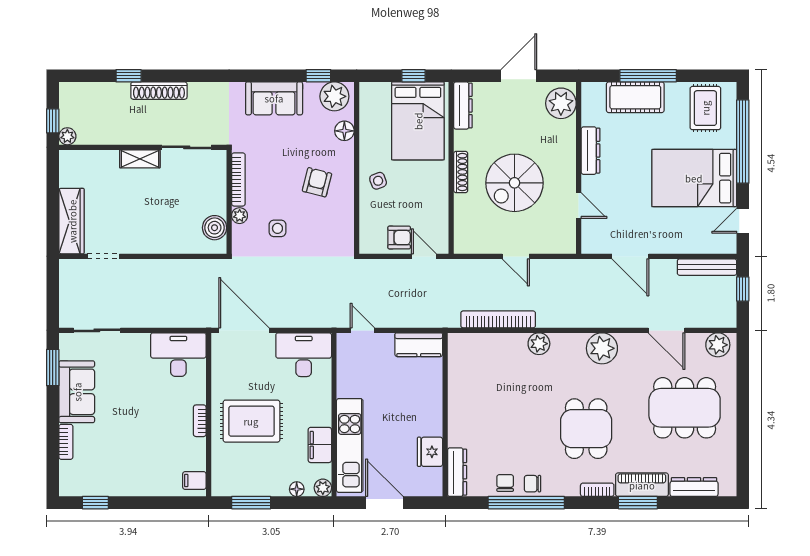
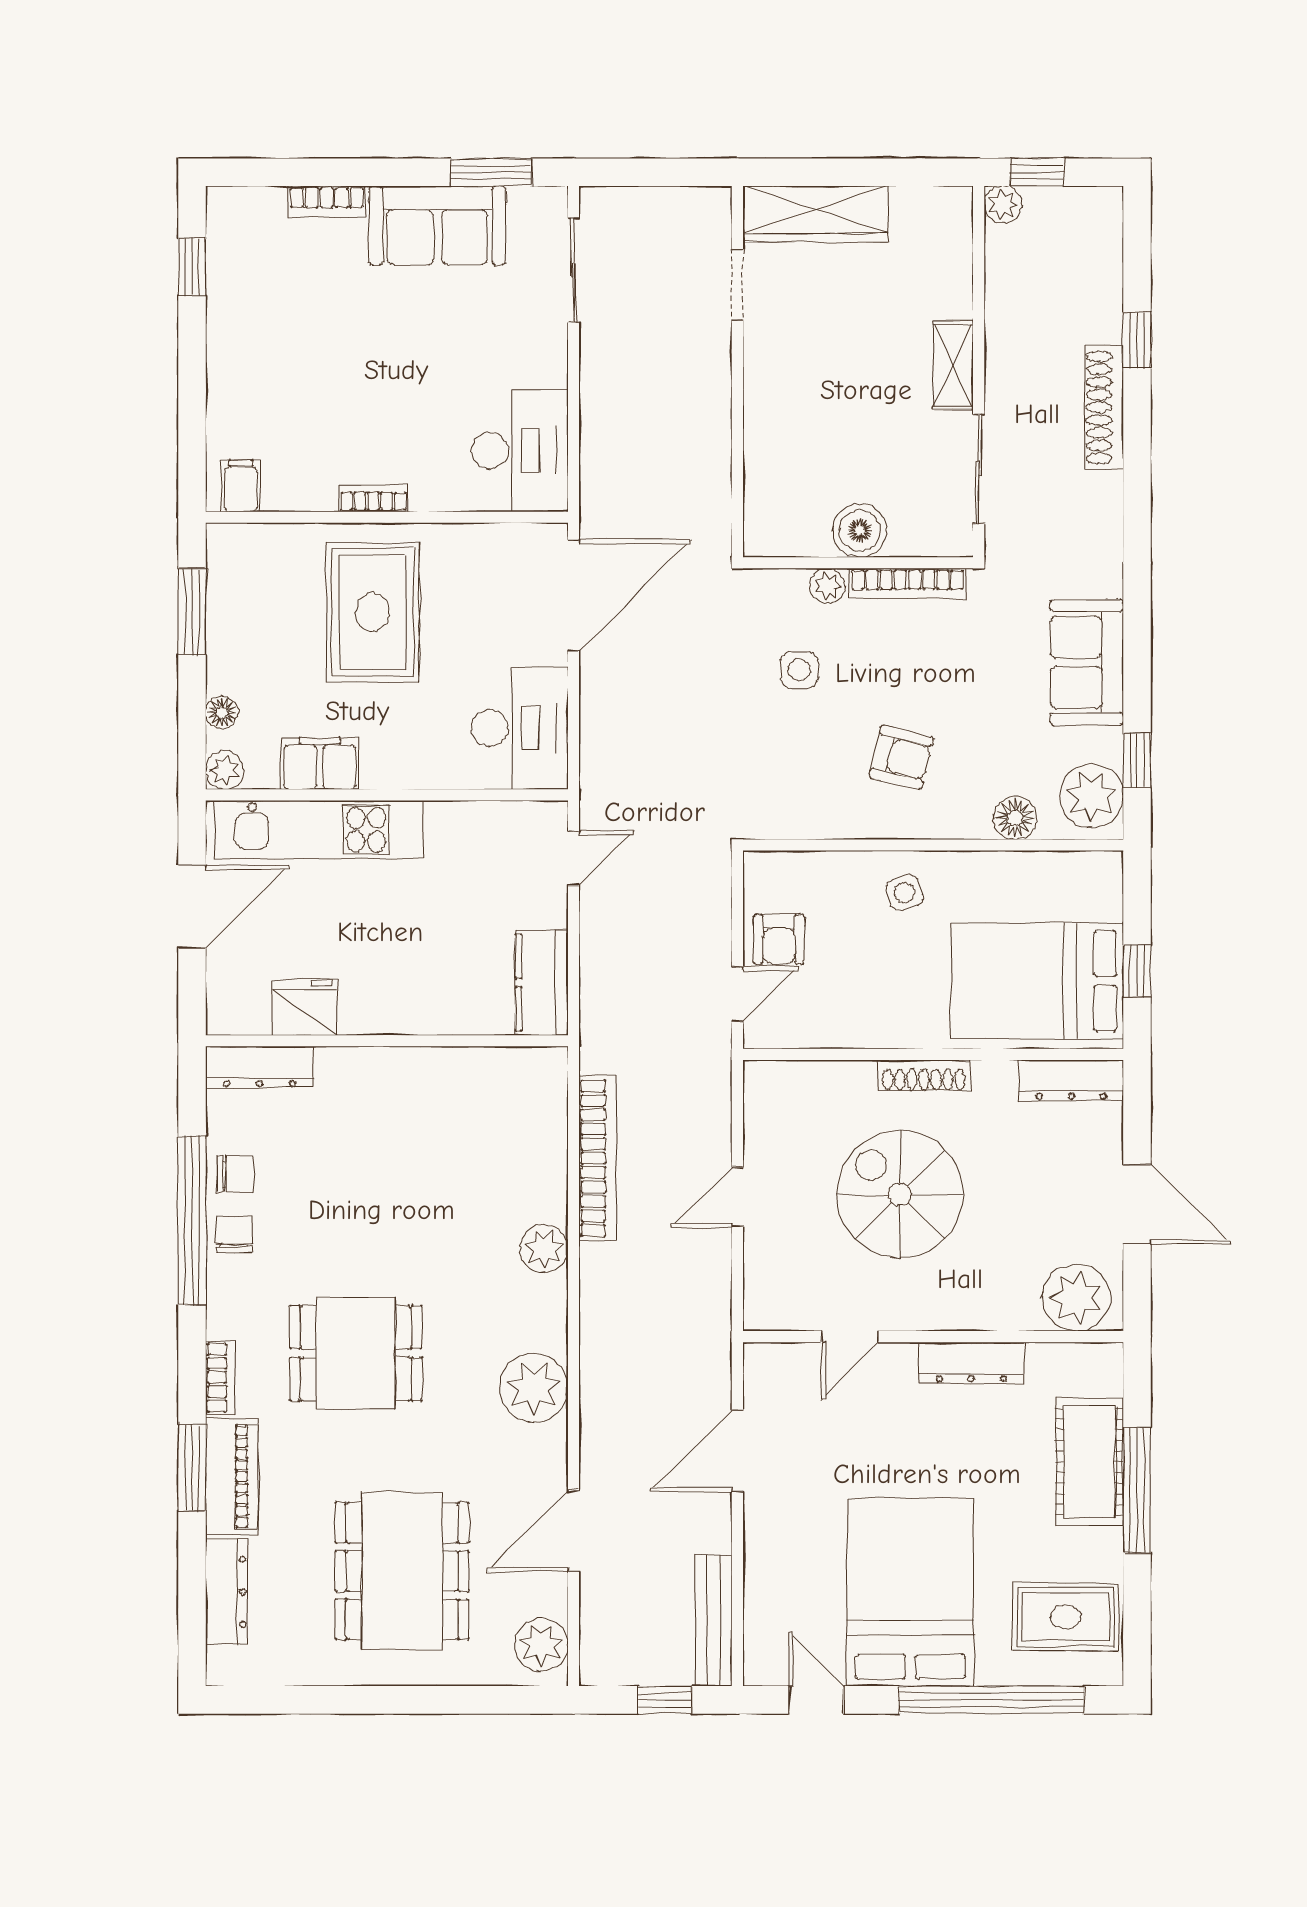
boiler: (215, 228) -> (860, 531), moved

